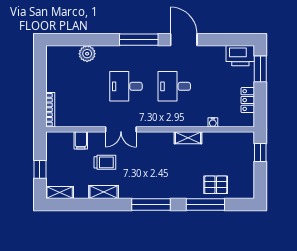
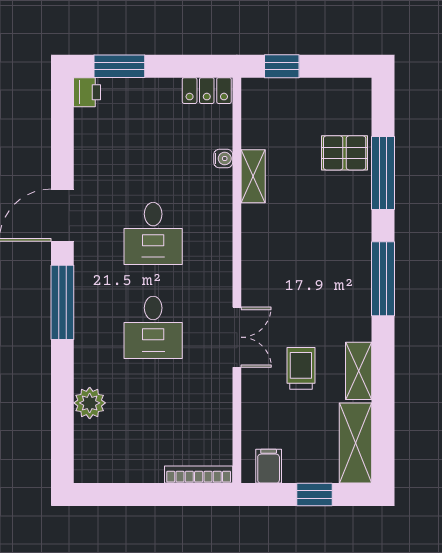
printer: (240, 56) -> (87, 92), width x0.53, depth x0.68
locker: (248, 100) -> (207, 91), moved
shelving: (188, 138) -> (253, 176), moved
filing cabinet: (81, 140) -> (269, 466), moved, turned -90
pallet: (216, 185) -> (345, 153), turned 90
shelving: (60, 192) -> (356, 443), width x1.50, depth x1.33

